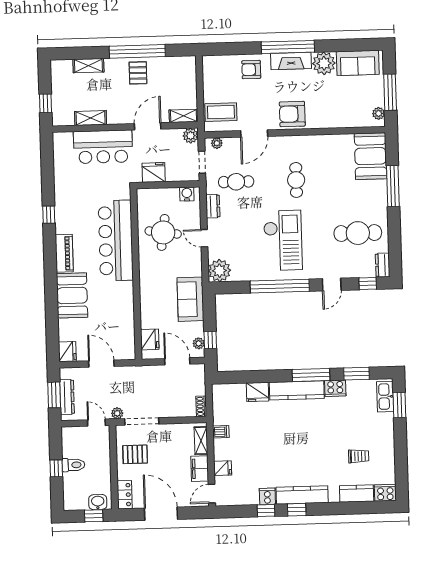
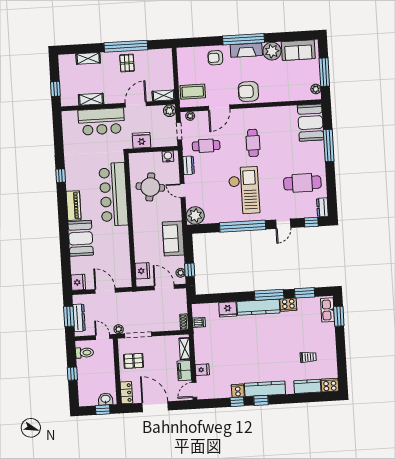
dishwasher: (221, 432) -> (199, 322), moved
toilet: (73, 465) -> (84, 353), moved

